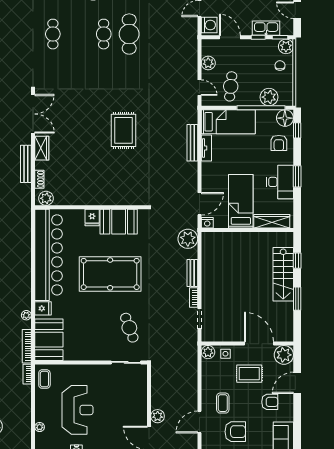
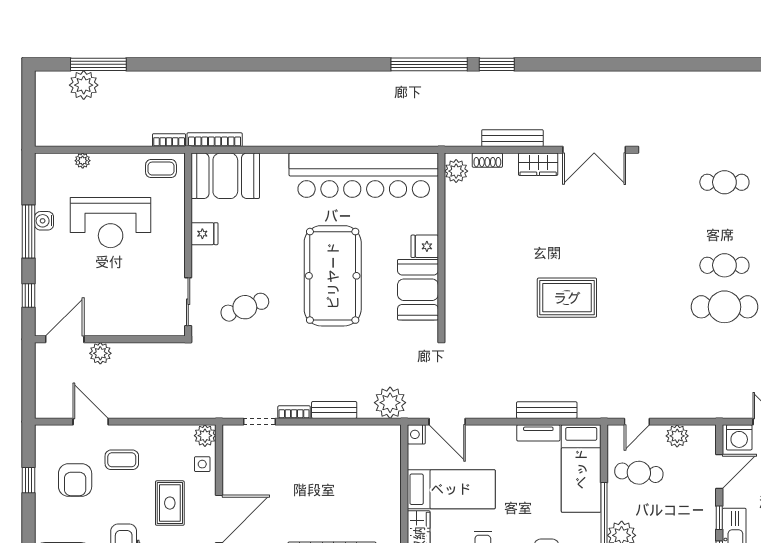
fridge: (43, 308) -> (204, 234), moved, turned -90
plant: (26, 315) -> (265, 139), removed

